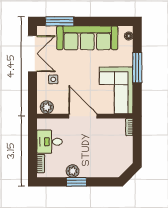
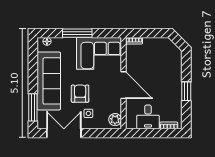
armchair: (74, 71) -> (80, 94), added
door: (83, 116) -> (123, 85), swing flipped
plant: (73, 171) -> (176, 95), removed

